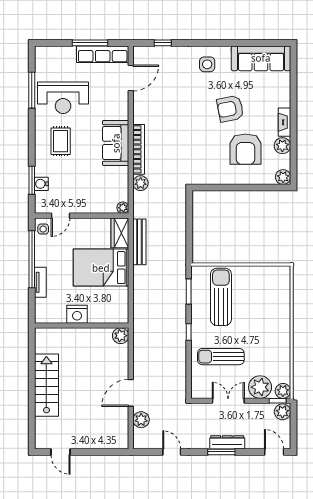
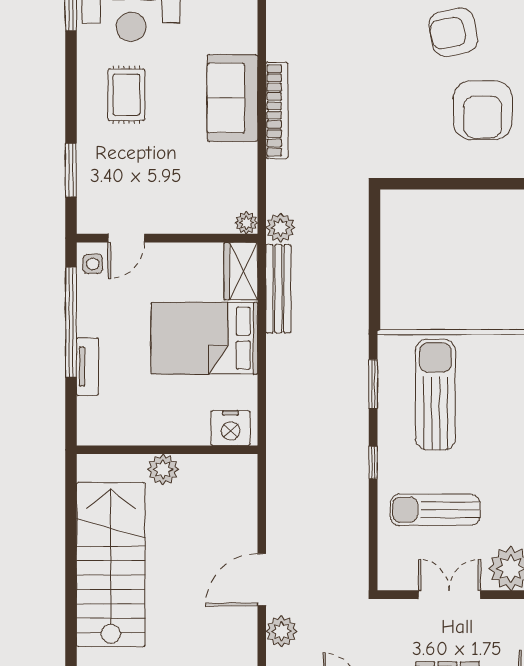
plant: (141, 183) -> (280, 228), moved
water cooler: (41, 184) -> (89, 177), removed
nightstand: (77, 314) -> (231, 428), moved
plant: (121, 336) -> (163, 469), moved
stairs: (46, 385) -> (111, 565), width x1.36, depth x1.51

